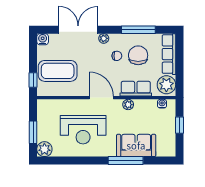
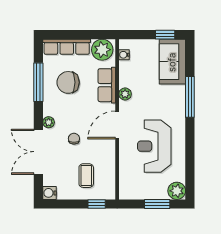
chair: (117, 56) -> (74, 139), moved
coffee table: (58, 71) -> (86, 176), width x0.54, depth x0.58
window: (179, 125) -> (165, 35), moved
reception desk: (83, 130) -> (154, 146), turned 180
sofa: (136, 145) -> (172, 62), moved

